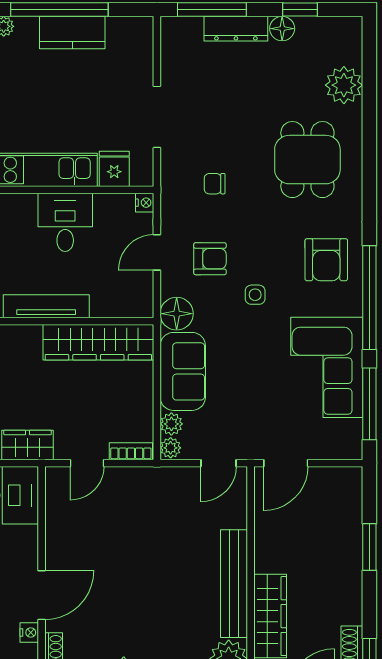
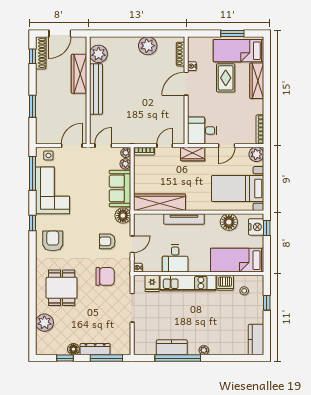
chair: (215, 184) -> (105, 276), width x1.87, depth x1.87
side table: (255, 295) -> (48, 155), moved
window: (369, 298) -> (33, 223), width x0.32

